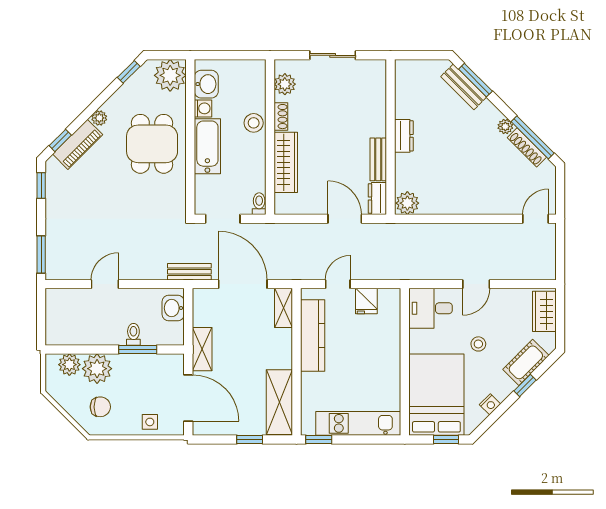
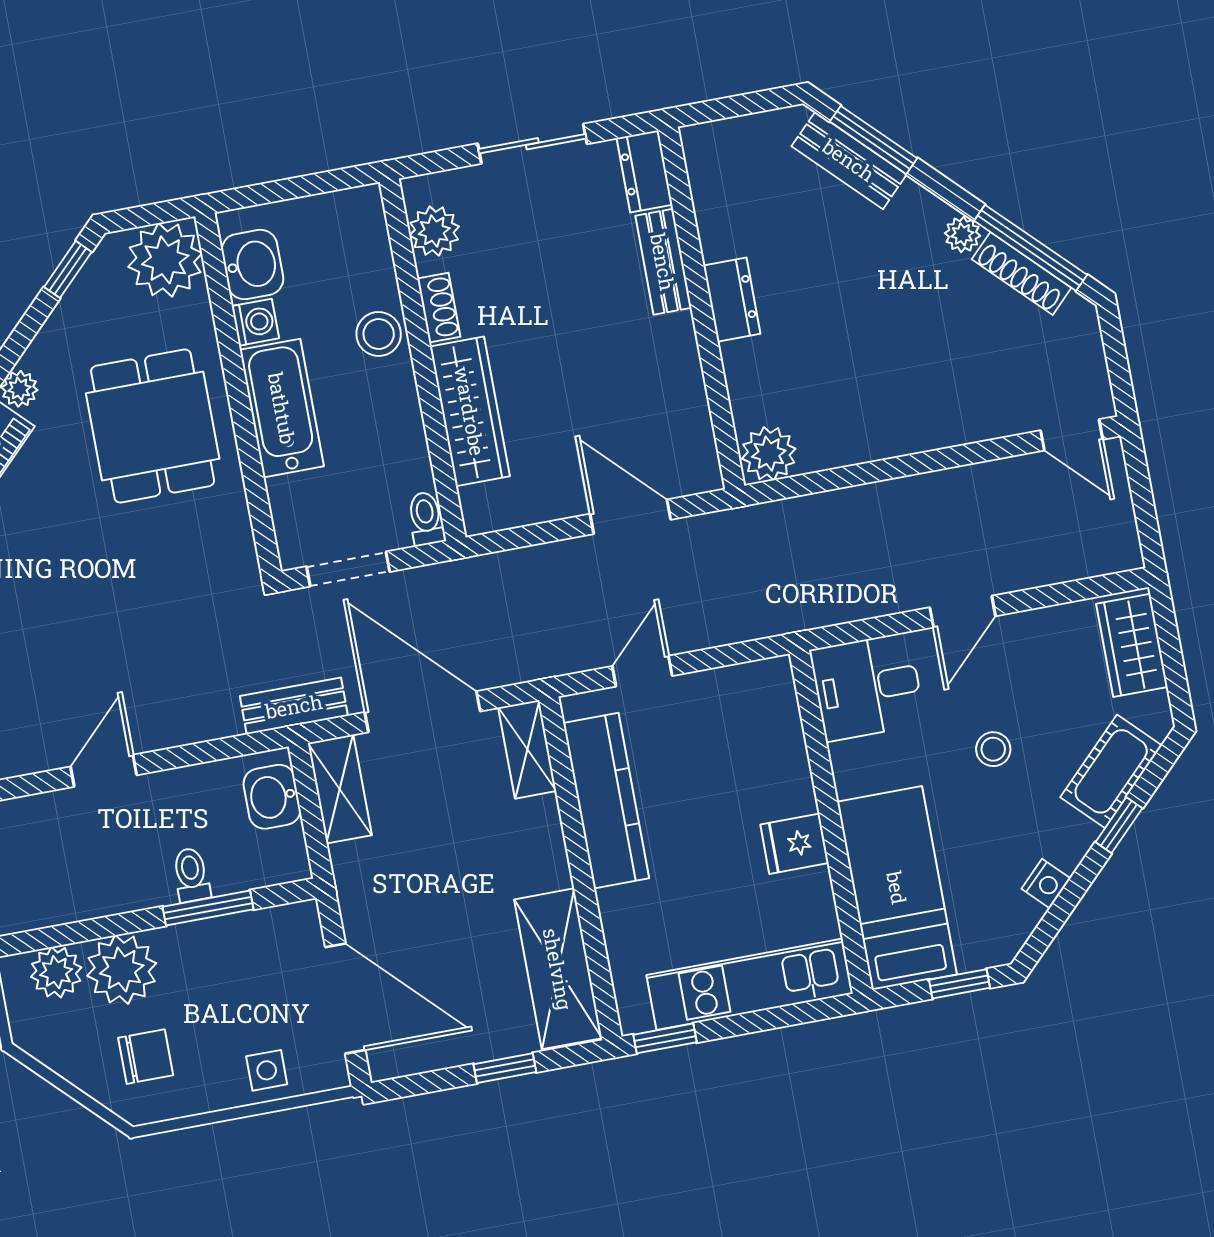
bench: (378, 159) -> (663, 262), moved
dresser: (377, 199) -> (645, 171), moved
door: (535, 219) -> (1072, 435), swing flipped
fridge: (366, 301) -> (795, 844), moved, turned 90
shelving: (202, 349) -> (340, 789), moved
bed: (436, 395) -> (897, 888), width x0.67

